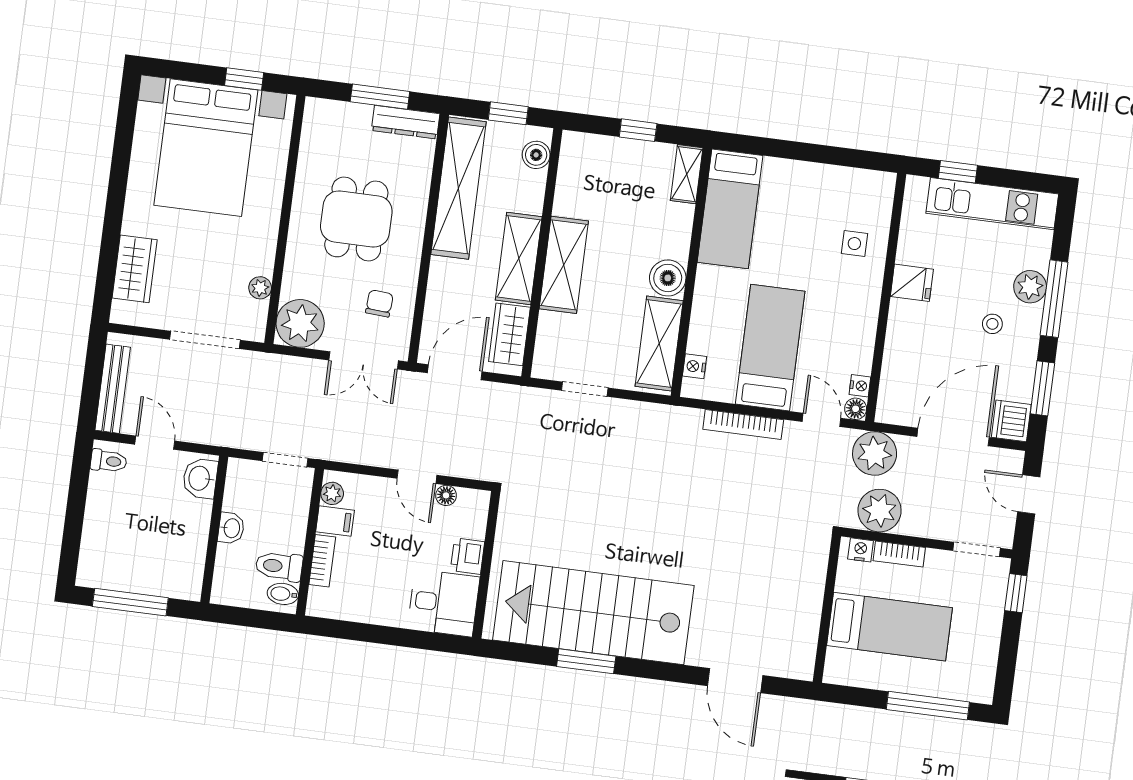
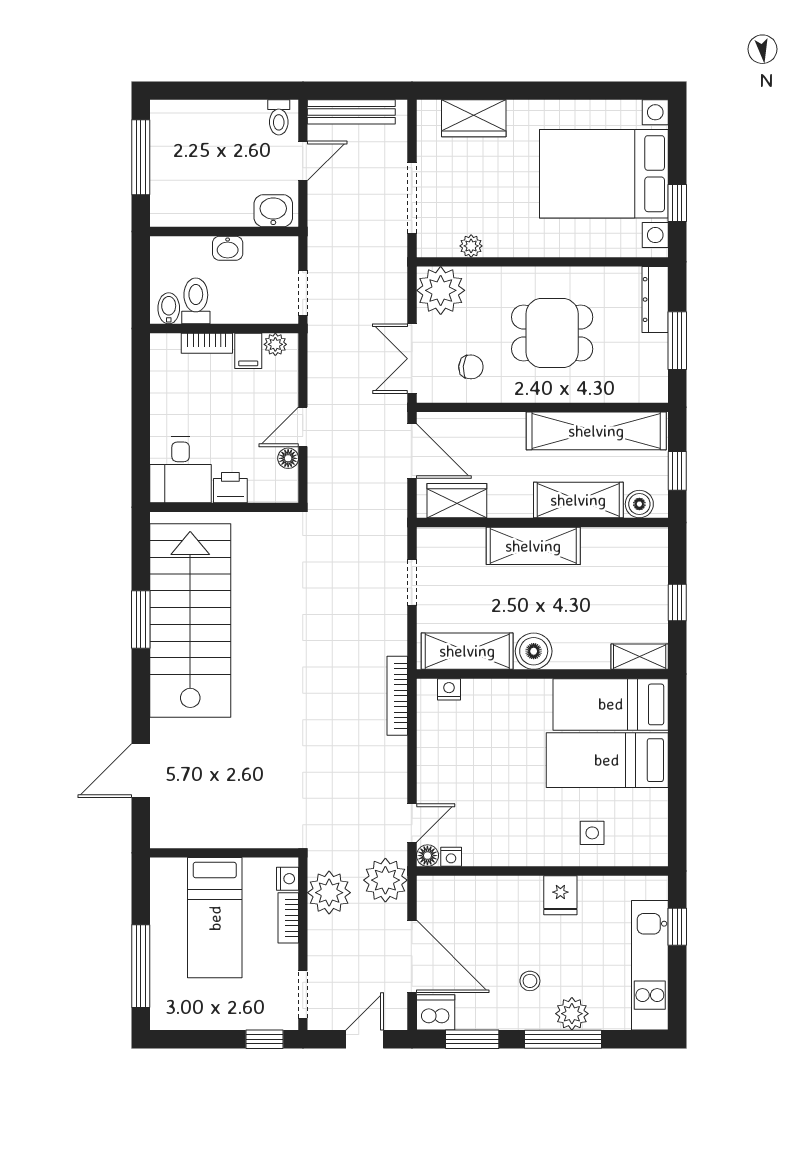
dresser: (406, 122) -> (655, 300), moved
shelving: (519, 258) -> (578, 500), moved
bed: (770, 348) -> (607, 760), moved, turned 180
bookcase: (743, 424) -> (397, 696), moved

